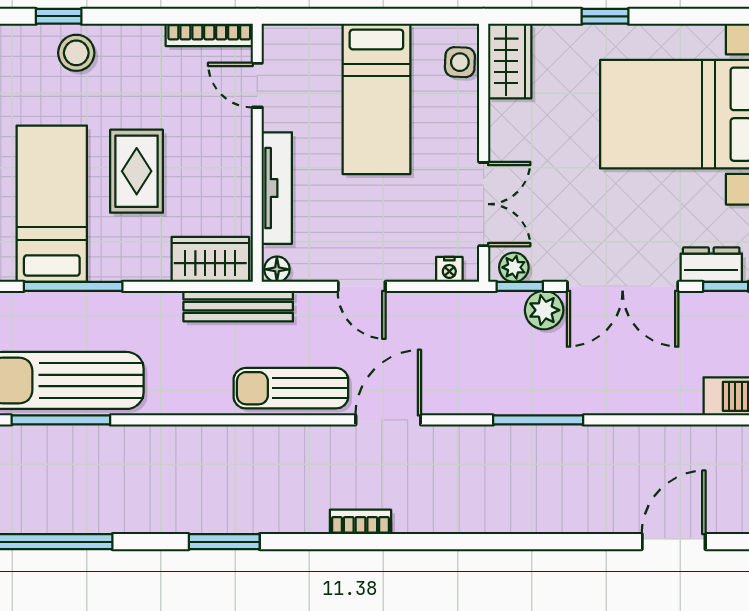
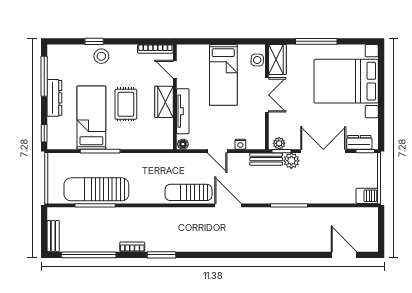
window: (605, 16) -> (316, 41), width x2.17
double door: (484, 204) -> (267, 95), moved
wardrobe: (210, 259) -> (164, 102), moved, turned -90
nightstand: (449, 269) -> (240, 144), moved
double door: (623, 286) -> (323, 151), swing flipped
bench: (238, 306) -> (266, 159), moved, width x0.73
door: (388, 420) -> (228, 205), hinge flipped
bookcase: (360, 522) -> (132, 247), moved
door: (674, 542) -> (344, 255), hinge flipped

